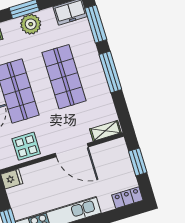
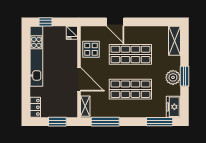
window: (110, 72) -> (105, 122), moved
door: (72, 150) -> (79, 79), swing flipped

